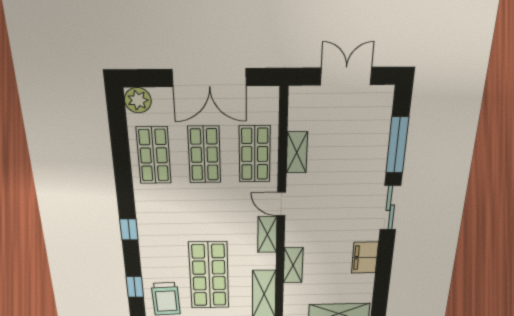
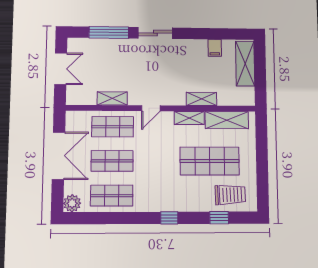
double door: (346, 76) -> (61, 69), swing flipped
shelving: (267, 234) -> (189, 118), moved
filing cabinet: (365, 258) -> (215, 48), moved, width x0.50

